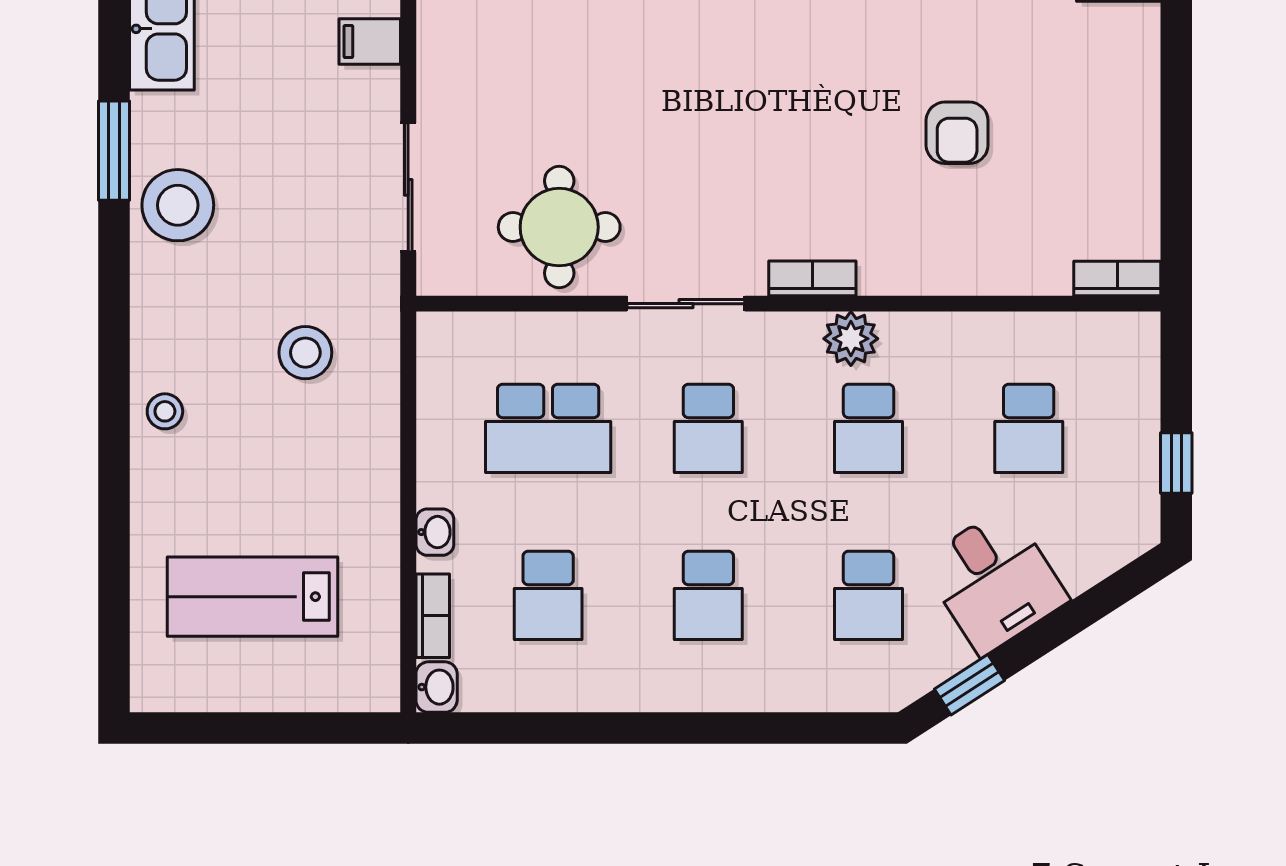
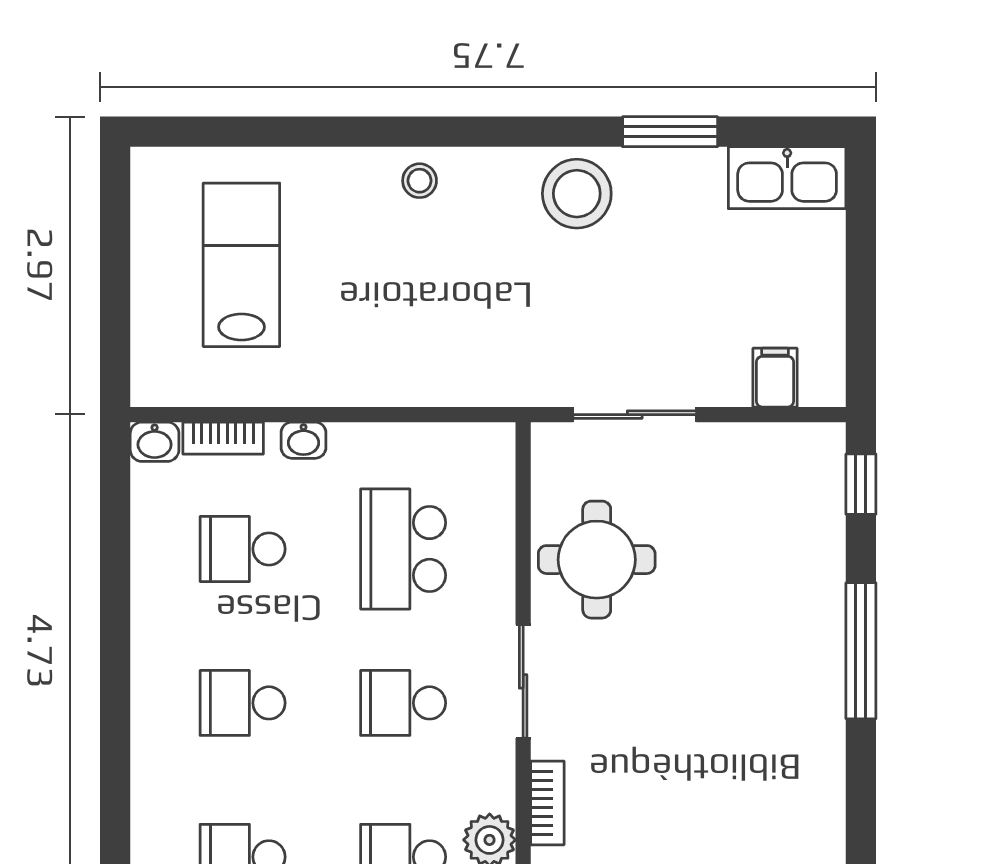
stool: (178, 205) -> (577, 194), moved
stool: (305, 353) -> (476, 316), removed

